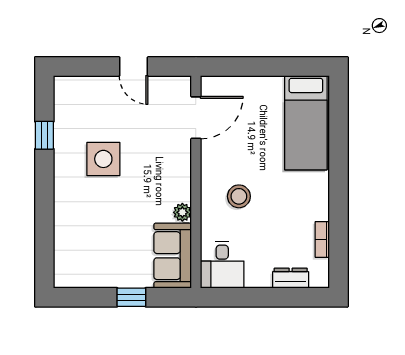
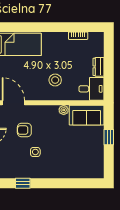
armchair: (145, 138) -> (24, 130), added
side table: (103, 159) -> (35, 152), width x0.54, depth x0.54
dresser: (291, 278) -> (99, 67), moved

